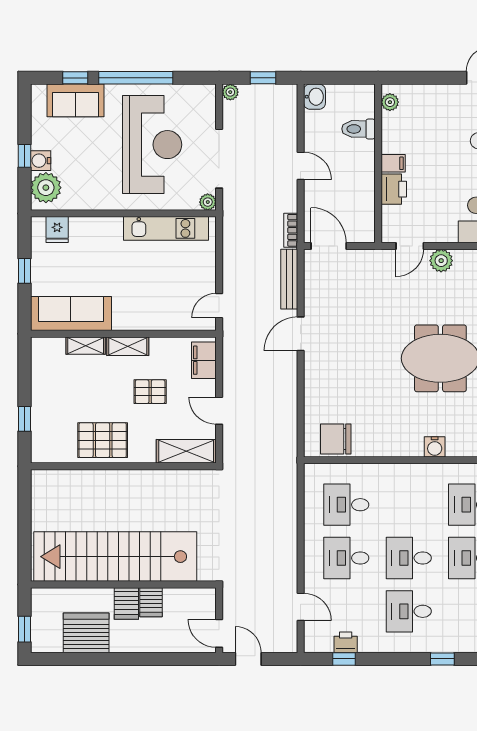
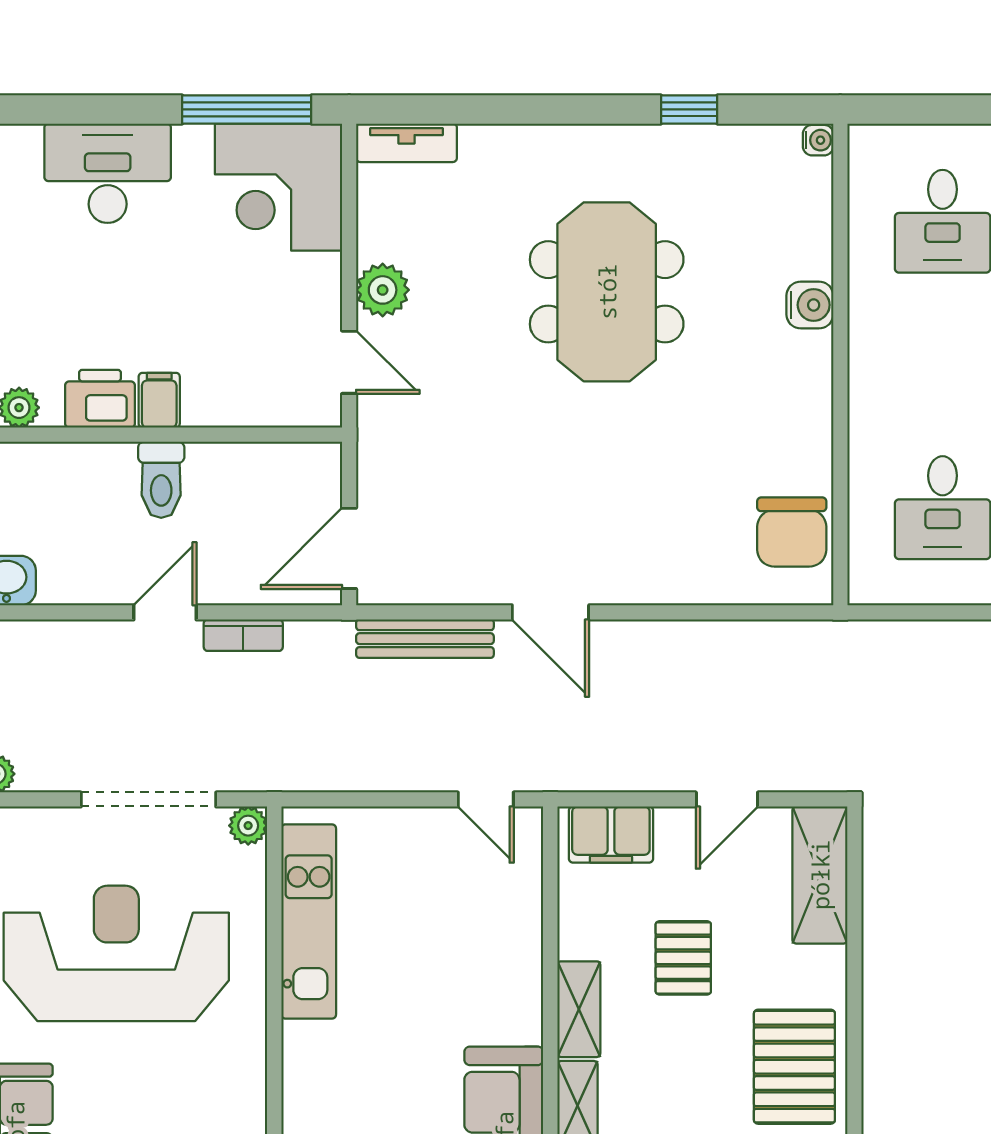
toilet: (358, 129) -> (161, 480), moved
printer: (394, 189) -> (100, 399), moved
bookcase: (291, 230) -> (243, 635), moved

